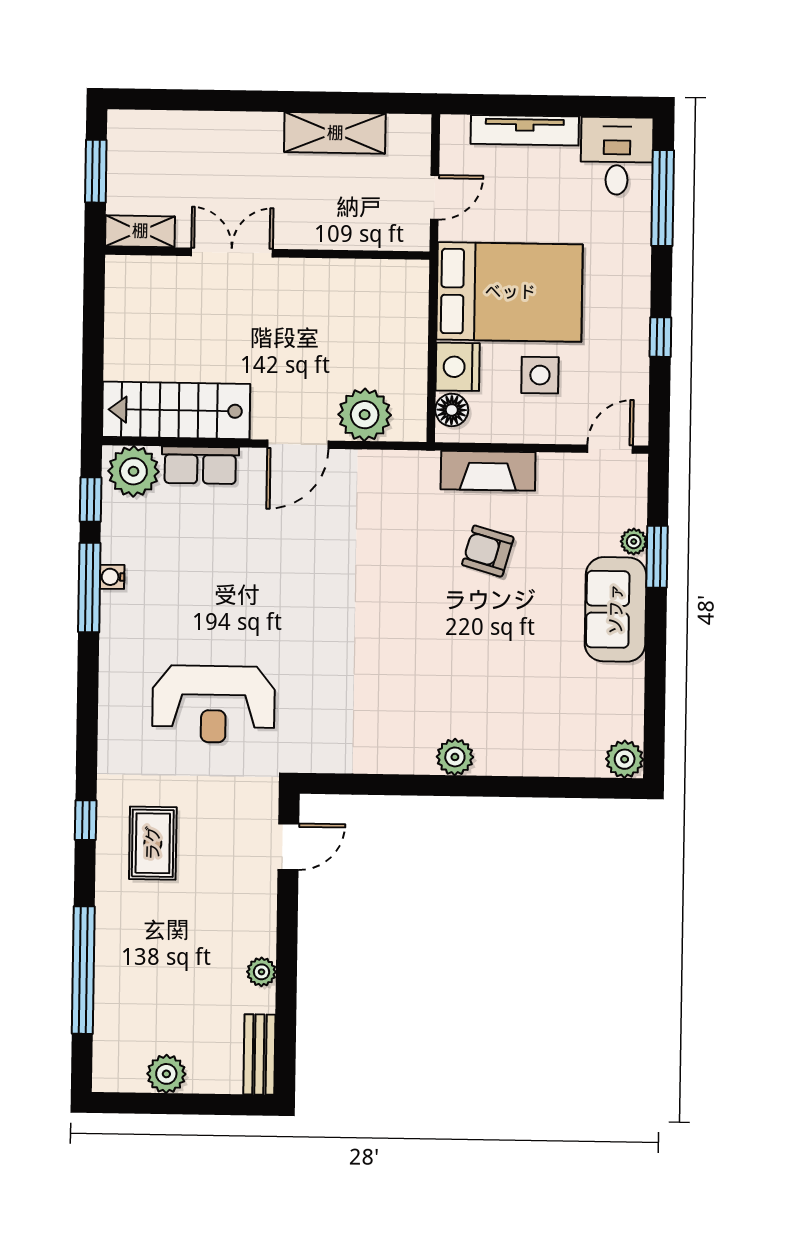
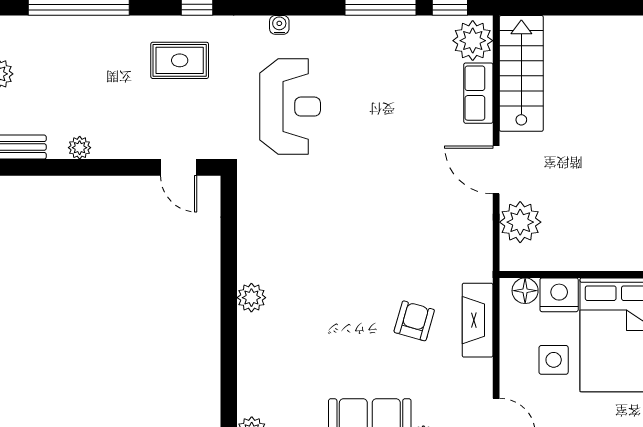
water cooler: (112, 577) -> (279, 25), moved
reception desk: (214, 704) -> (290, 107), turned 180

